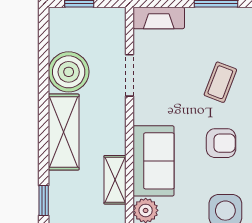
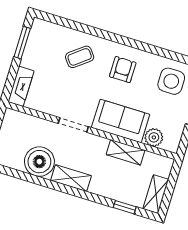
doorway: (130, 75) -> (73, 125), moved
coffee table: (220, 82) -> (80, 57), turned -59
shelving: (64, 132) -> (71, 178), width x0.67, depth x0.75

